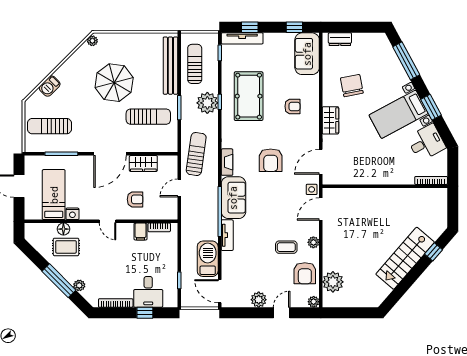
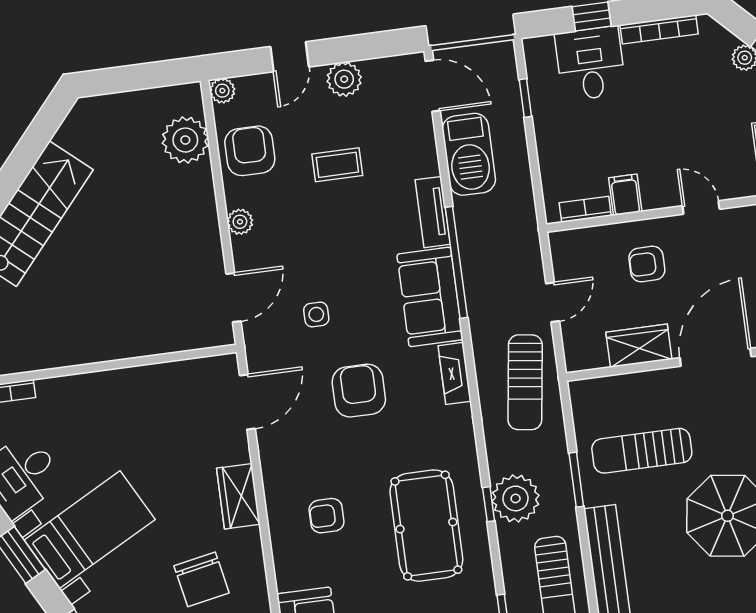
side table: (312, 189) -> (316, 314), moved
coffee table: (286, 247) -> (337, 165), moved

